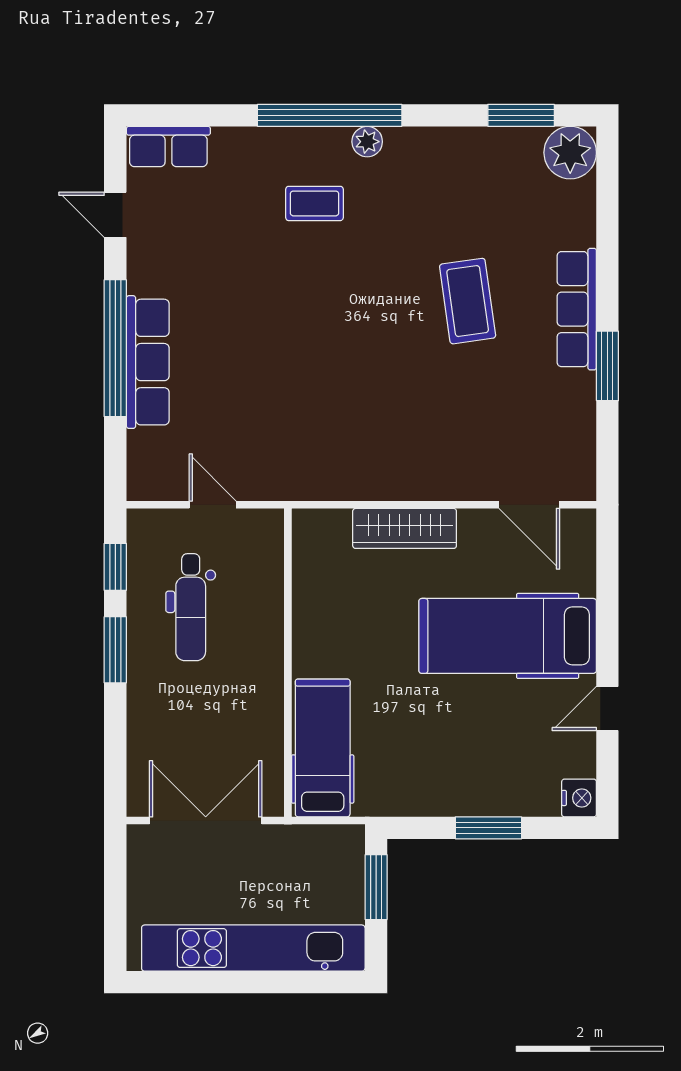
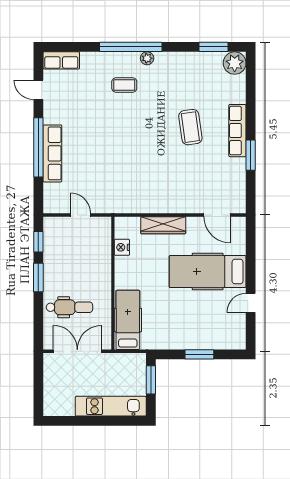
dental chair: (191, 607) -> (69, 307), moved, turned -90
nightstand: (579, 798) -> (122, 247), moved, turned 180
kitchen unit: (253, 948) -> (111, 406), width x0.73

